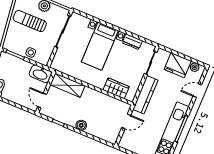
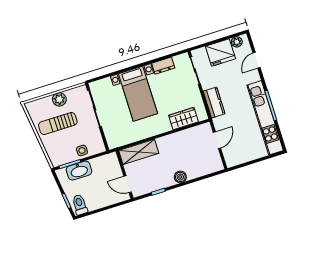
washbasin: (40, 74) -> (79, 171), moved
kitchen counter: (145, 95) -> (214, 102), width x0.67

